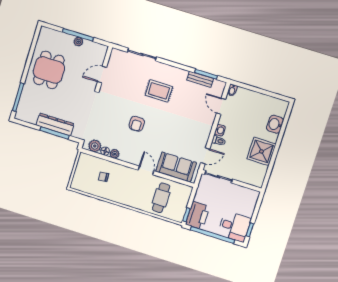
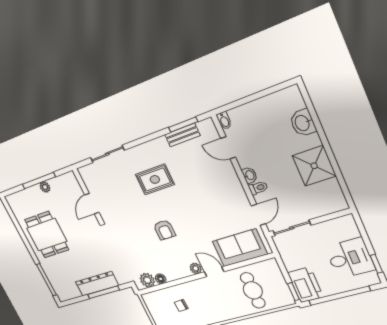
plant: (115, 154) -> (196, 268), moved
desk: (234, 226) -> (350, 258), moved

